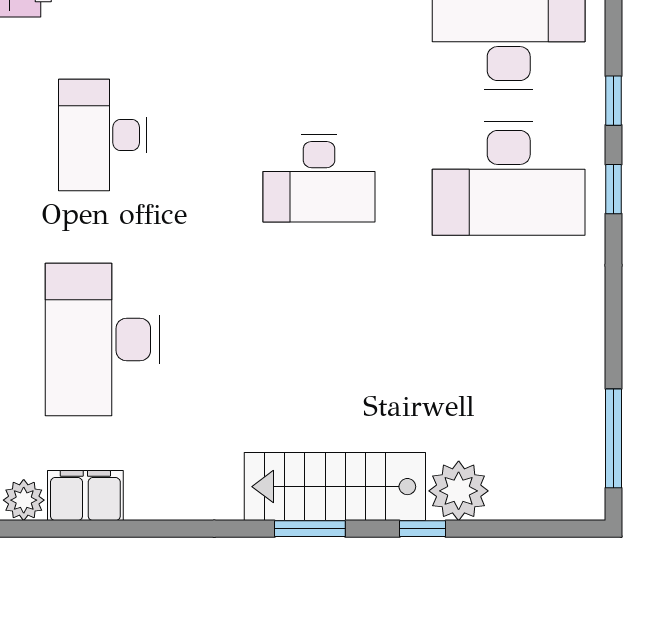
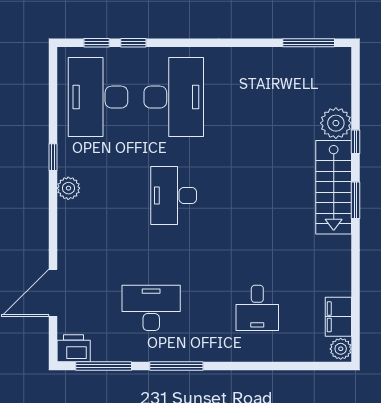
desk: (102, 135) -> (151, 308), turned 180
desk: (319, 178) -> (174, 195), turned 180
window: (614, 189) -> (97, 43), moved
desk: (102, 340) -> (257, 308), width x0.53, depth x0.77

